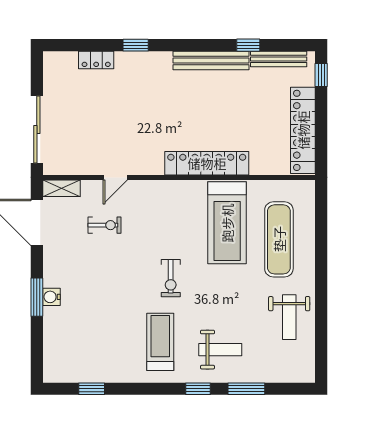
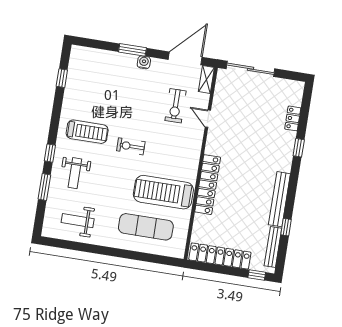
exercise bike: (105, 225) -> (176, 106), width x1.38, depth x1.39
water cooler: (51, 297) -> (144, 62), moved
weight bench: (289, 317) -> (78, 221), moved

